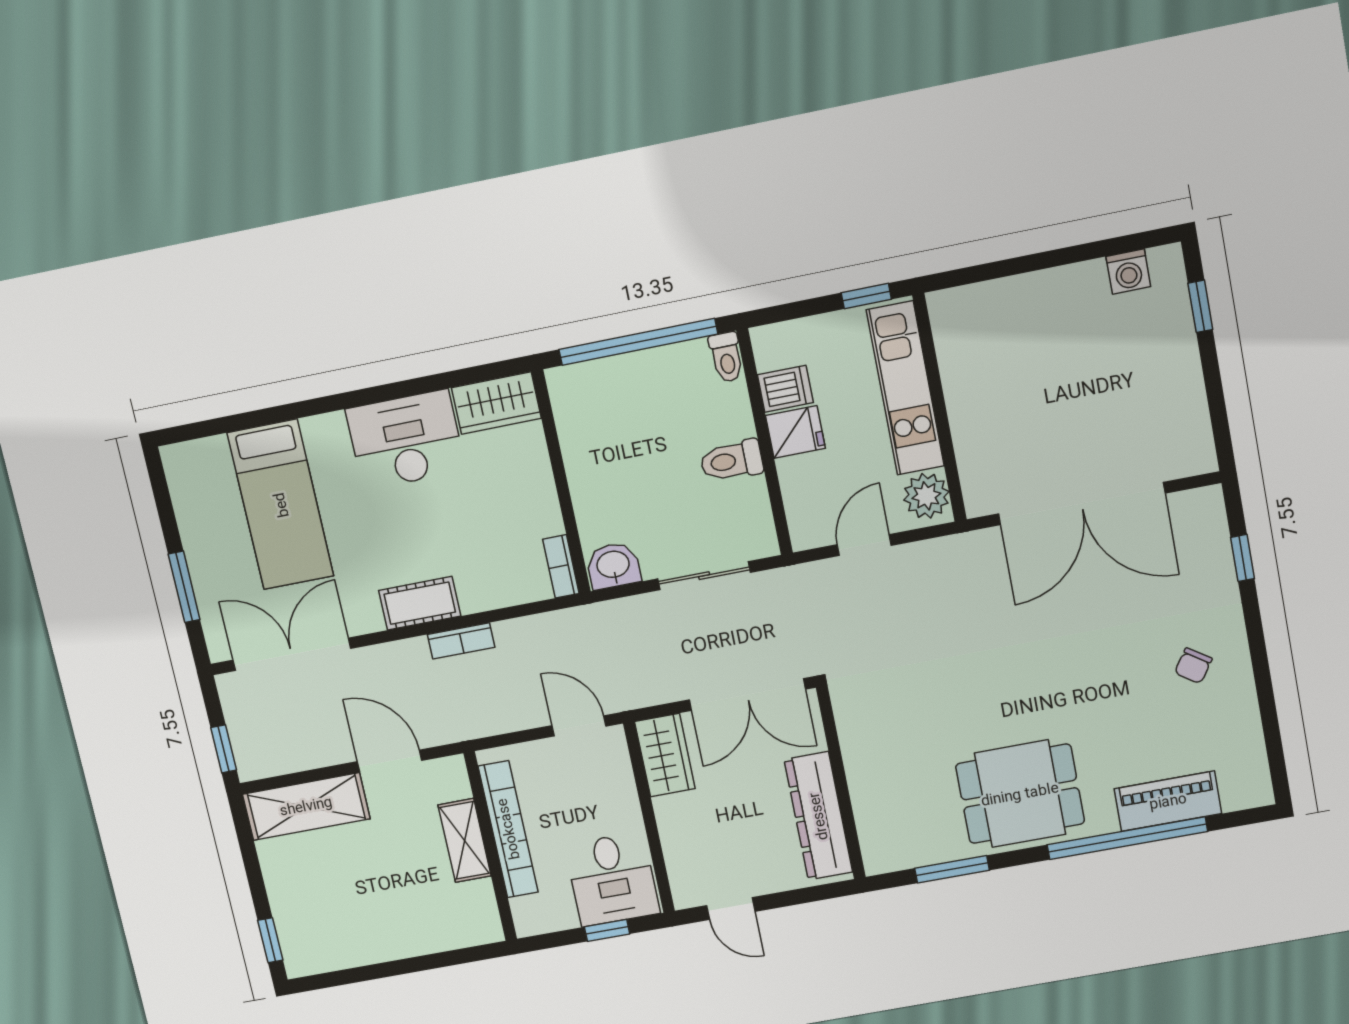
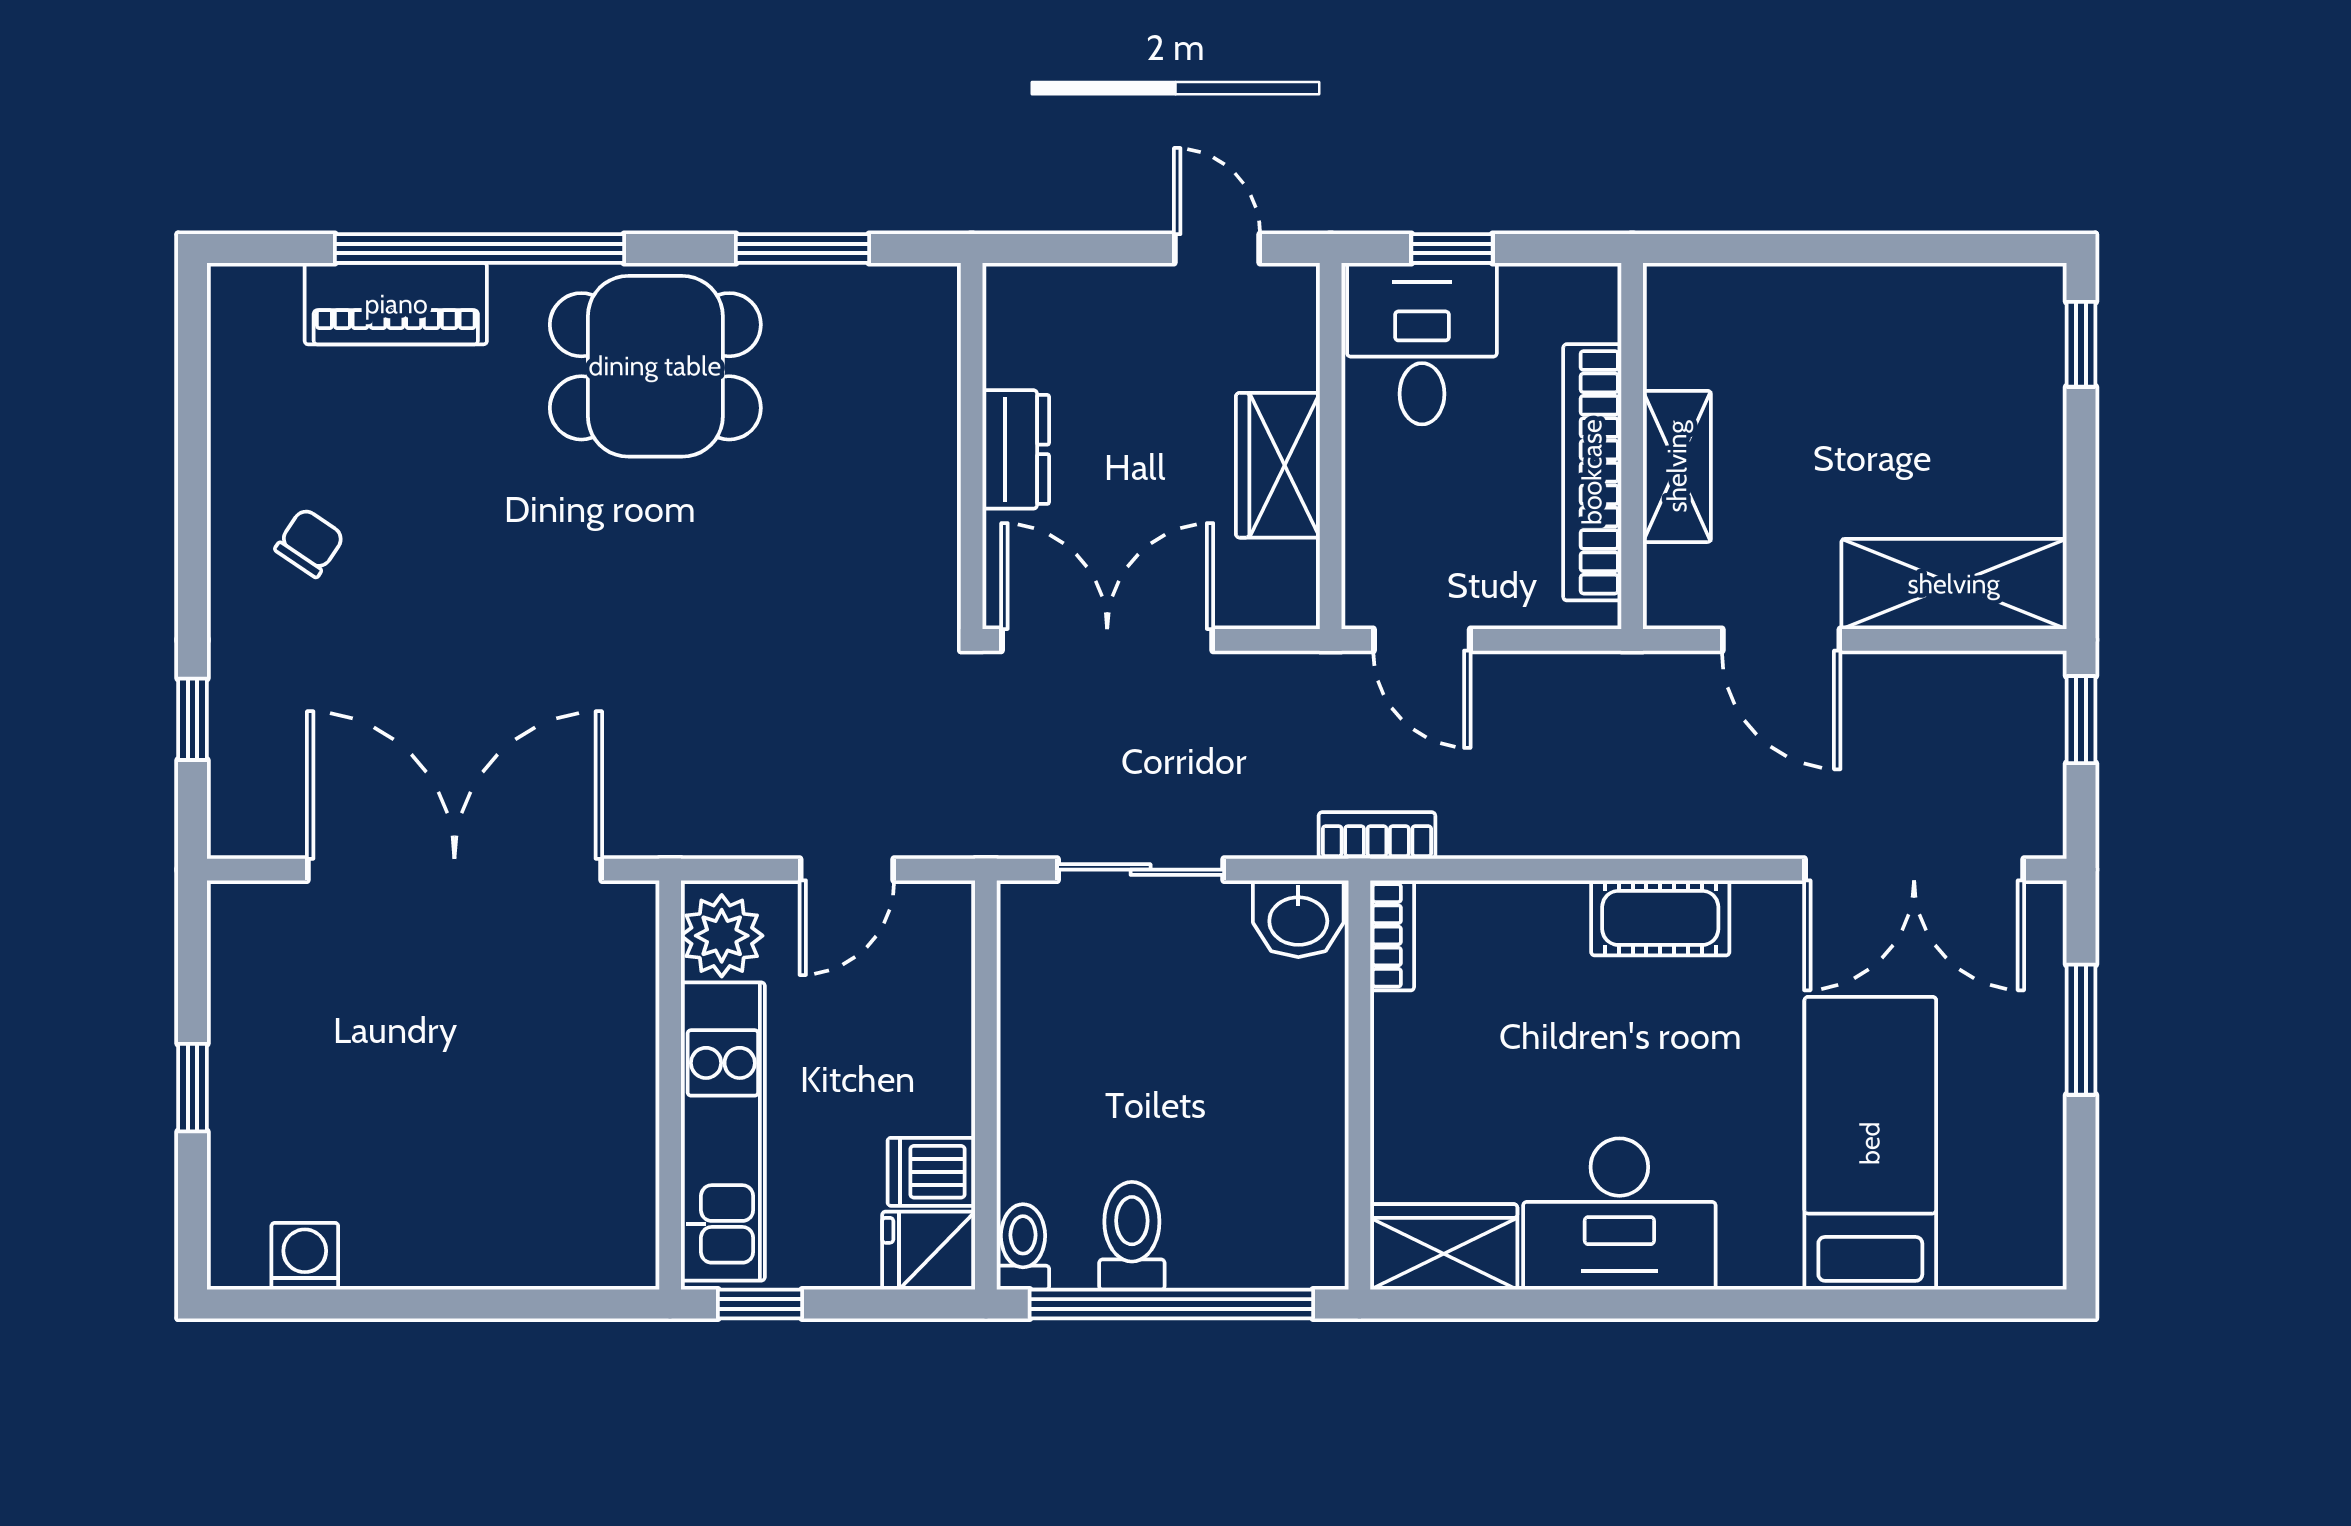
window: (1200, 306) -> (193, 1088), moved
fridge: (795, 432) -> (929, 1251), moved
toilet: (732, 461) -> (1132, 1236), moved, turned -90
bookcase: (461, 641) -> (1377, 835), moved
wardrobe: (665, 755) -> (1278, 465), moved
dresser: (818, 816) -> (1016, 449), width x0.51, depth x0.80

